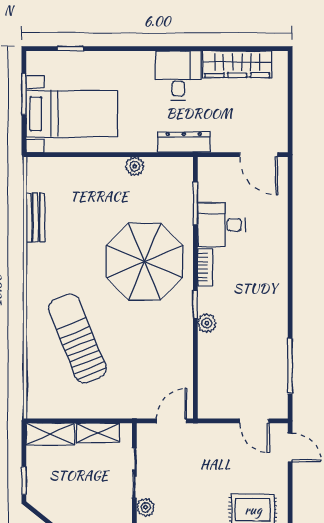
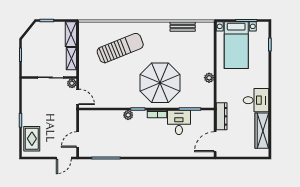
dresser: (184, 142) -> (222, 116), moved
plant: (146, 507) -> (72, 83), moved

